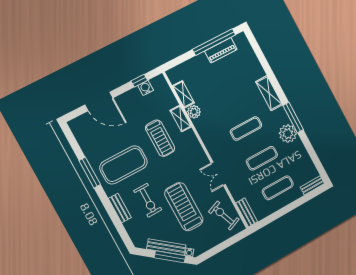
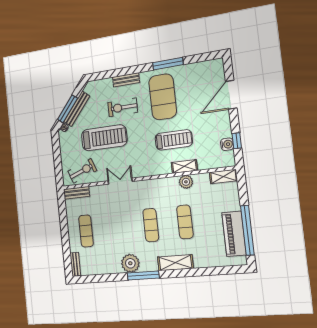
piano: (221, 50) -> (234, 234), width x1.37, depth x1.33
shelving: (183, 94) -> (223, 176), moved
treadmill: (160, 138) -> (174, 140), turned 180
exercise mat: (262, 158) -> (185, 222), moved

